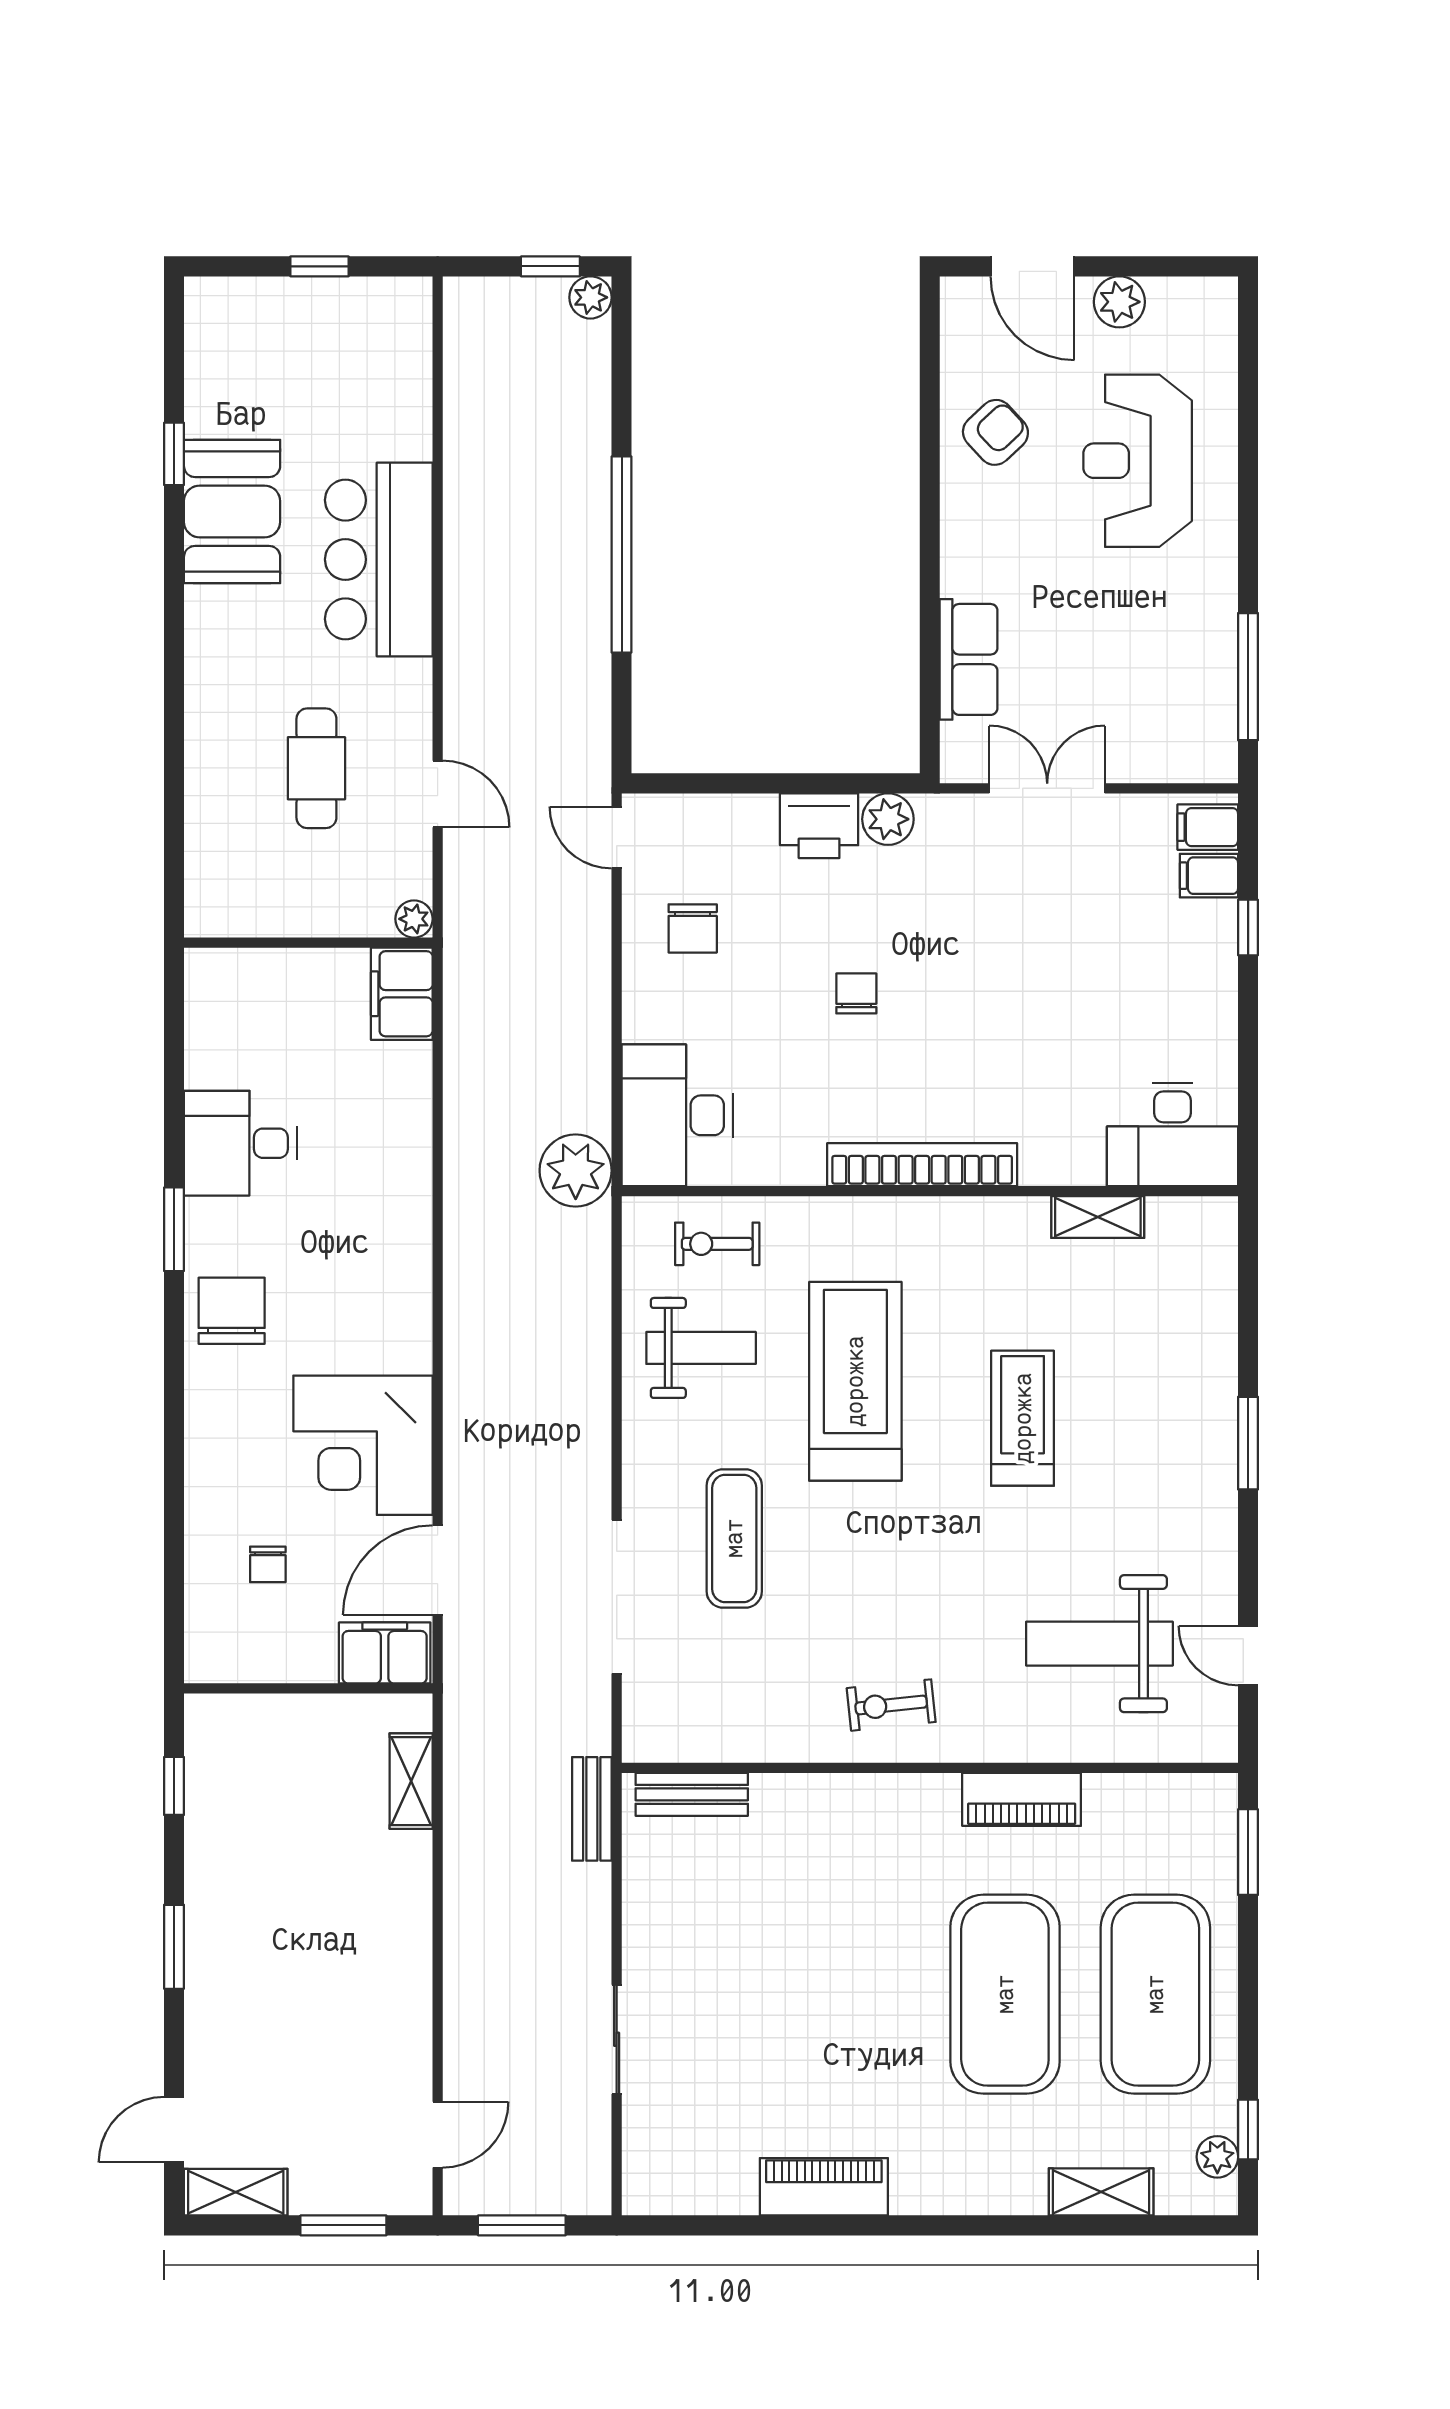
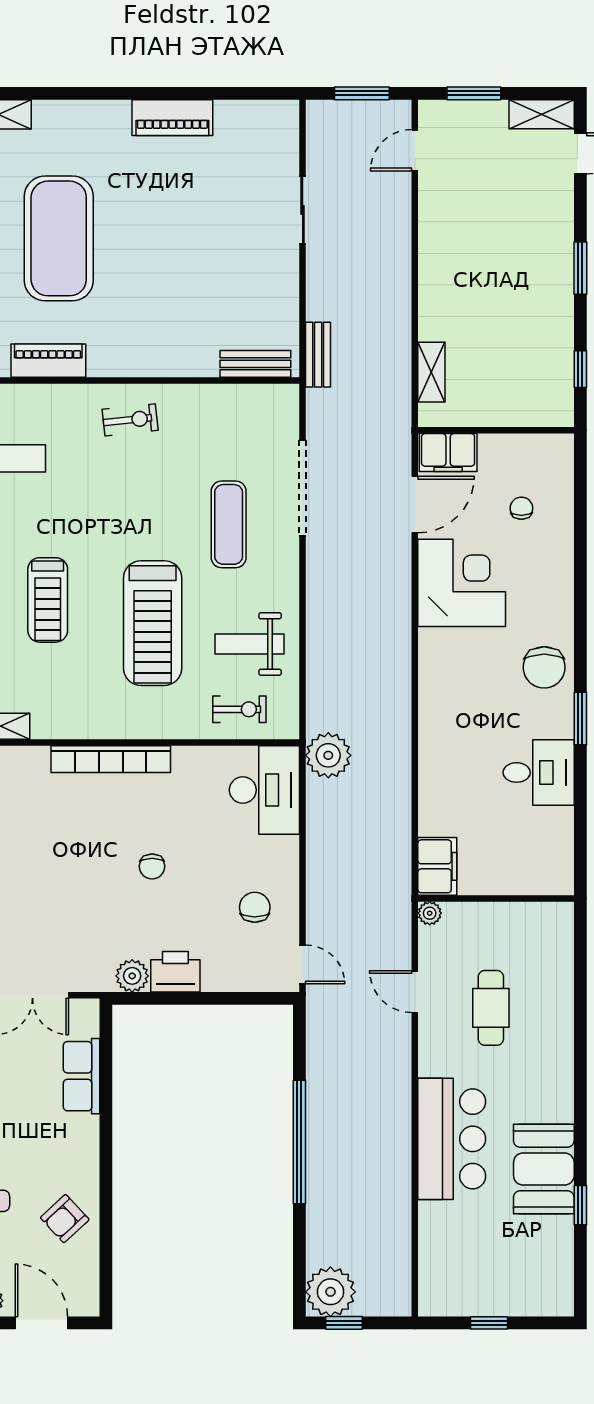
plant: (590, 297) -> (330, 1292), width x1.88, depth x1.88

